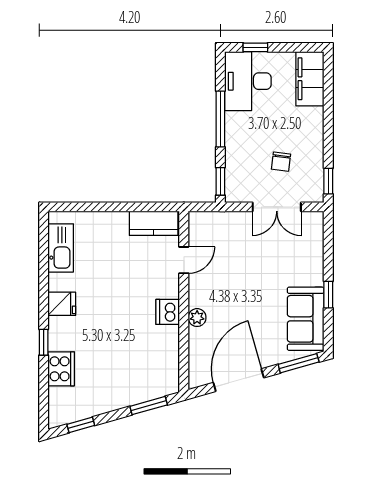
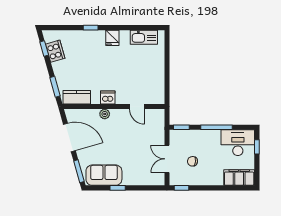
kitchen counter: (154, 223) -> (77, 97), moved, turned 90
cooker: (61, 369) -> (55, 51), moved, turned -106

